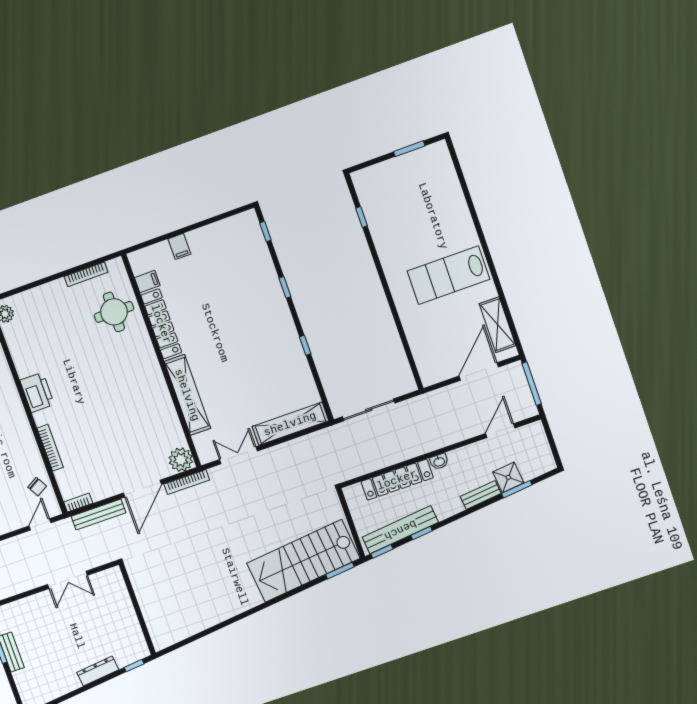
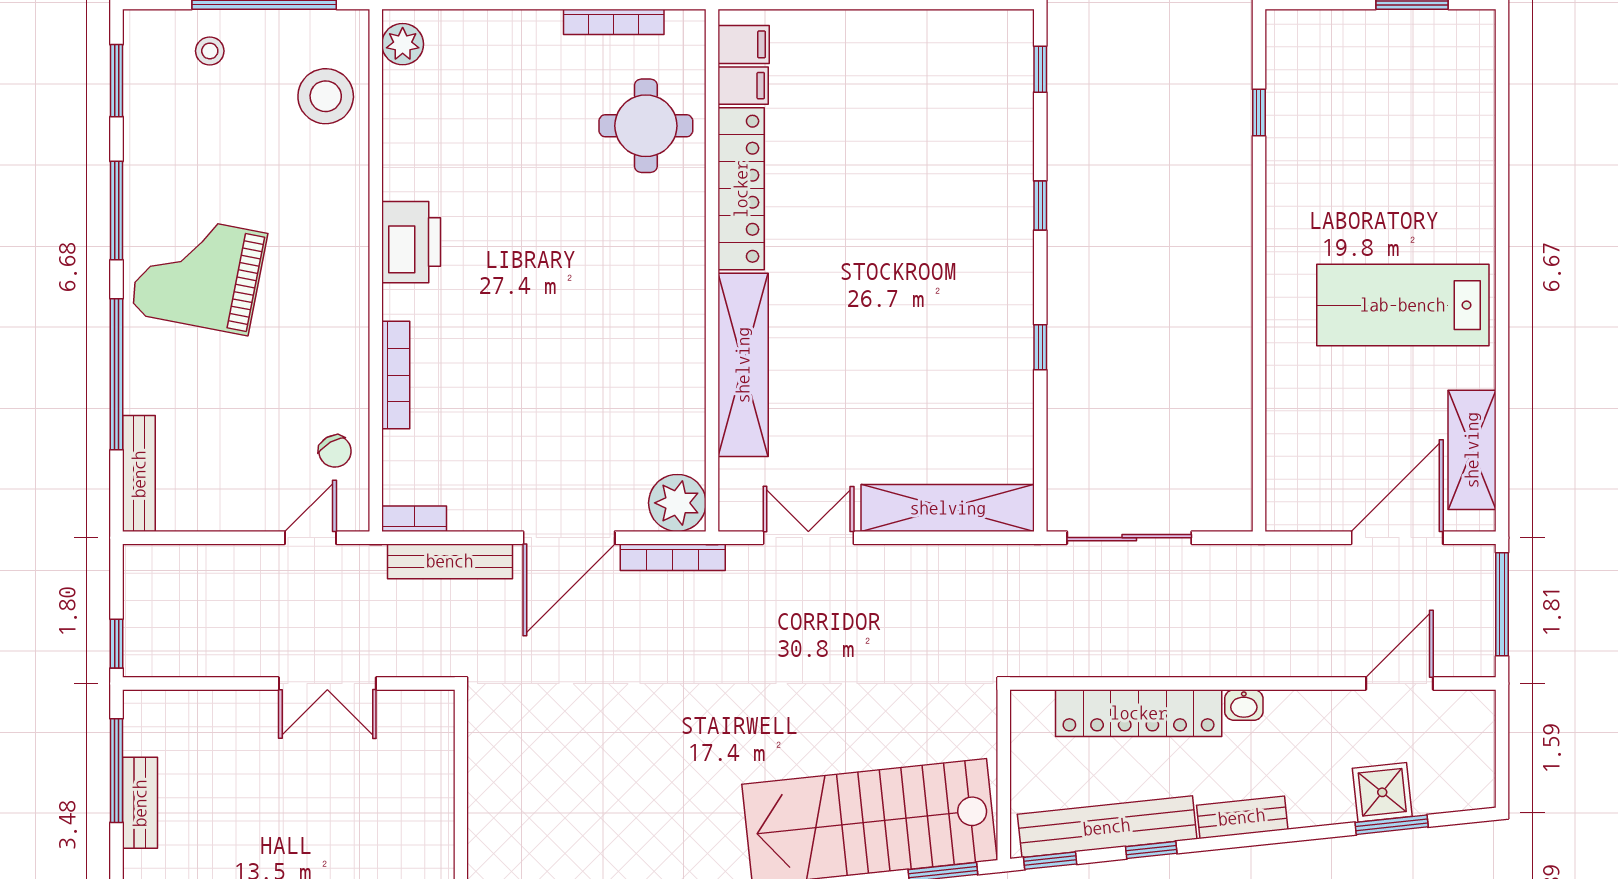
filing cabinet: (179, 246) -> (744, 44), moved, turned -90
bench: (481, 495) -> (1242, 817), moved

